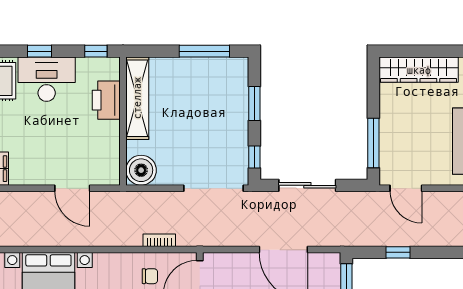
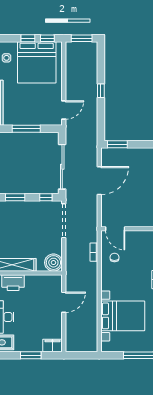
window: (373, 143) -> (26, 129), moved
sliding door: (307, 185) -> (62, 167), width x1.36
window: (398, 252) -> (101, 91), moved

